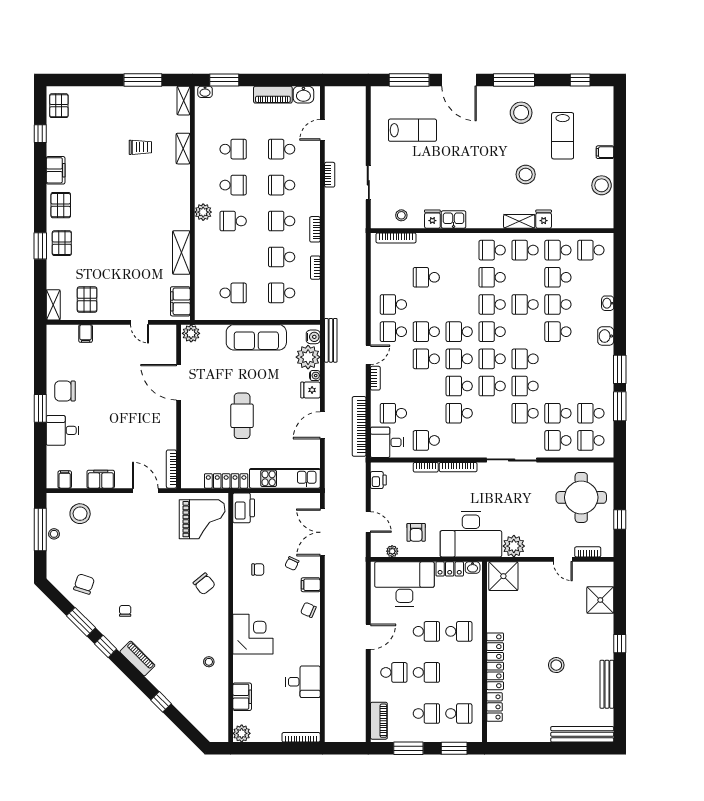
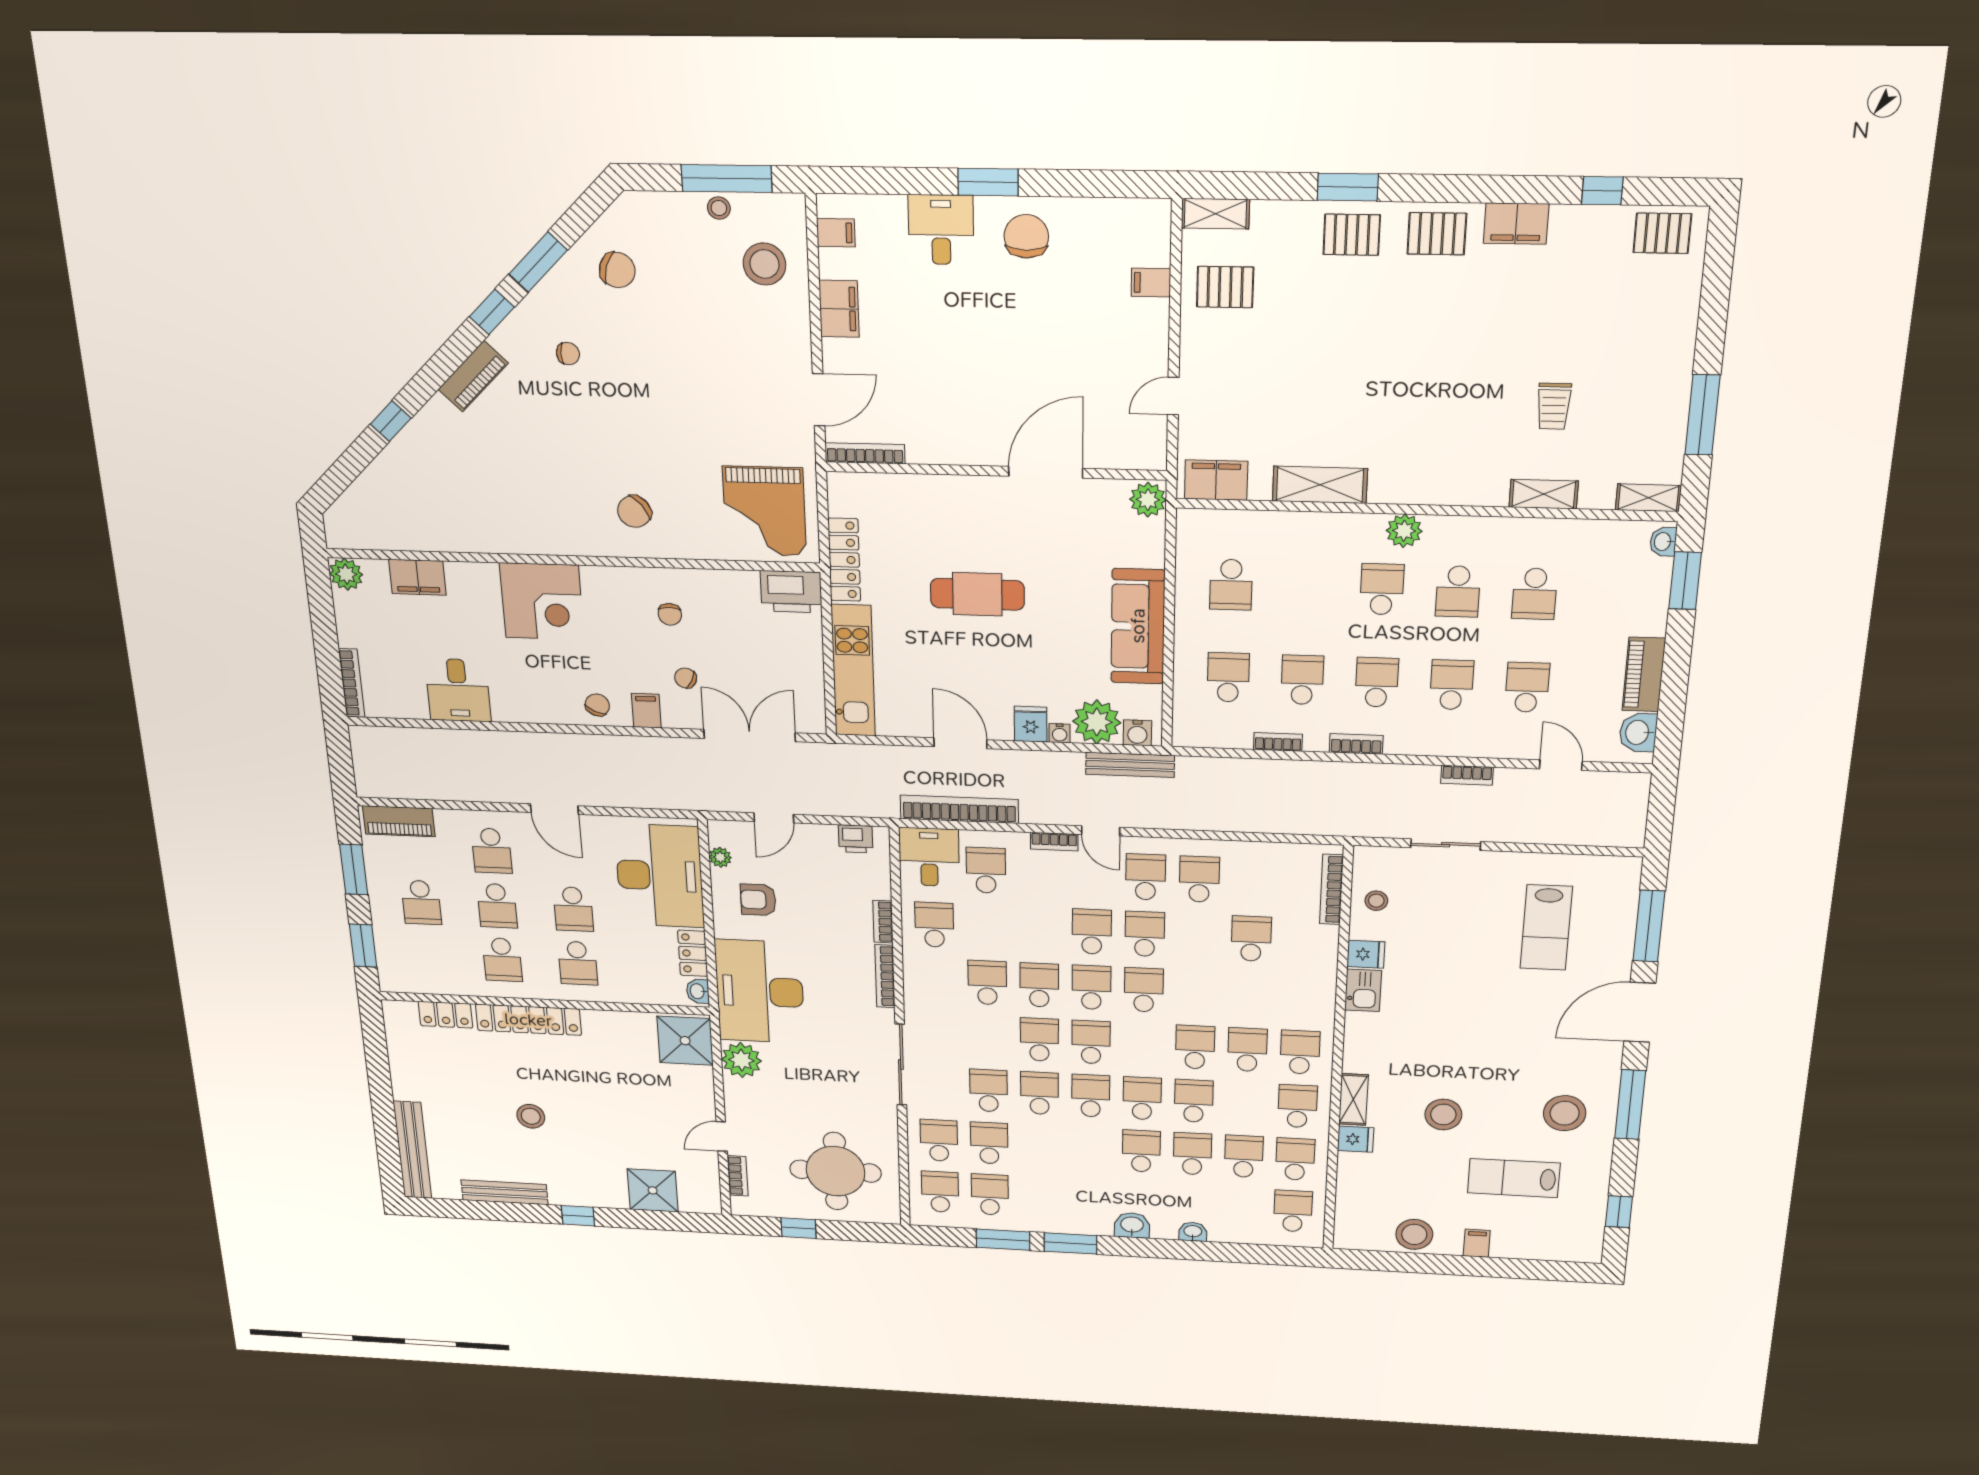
school desk: (492, 332) -> (1142, 1098), moved
stool: (209, 662) -> (480, 516), removed
school desk: (459, 713) -> (502, 960), moved

